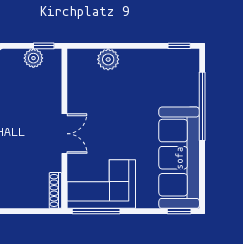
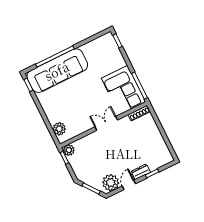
plant: (33, 58) -> (69, 150), moved
plant: (108, 59) -> (59, 129), moved
sofa: (179, 158) -> (57, 71), moved

